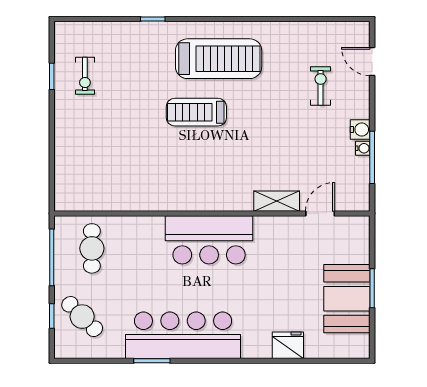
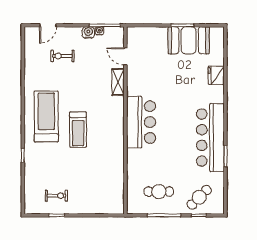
shelving: (277, 201) -> (118, 82), moved
wall: (212, 213) -> (125, 120), moved
door: (320, 213) -> (125, 56), moved
bar counter: (209, 240) -> (141, 122), moved

